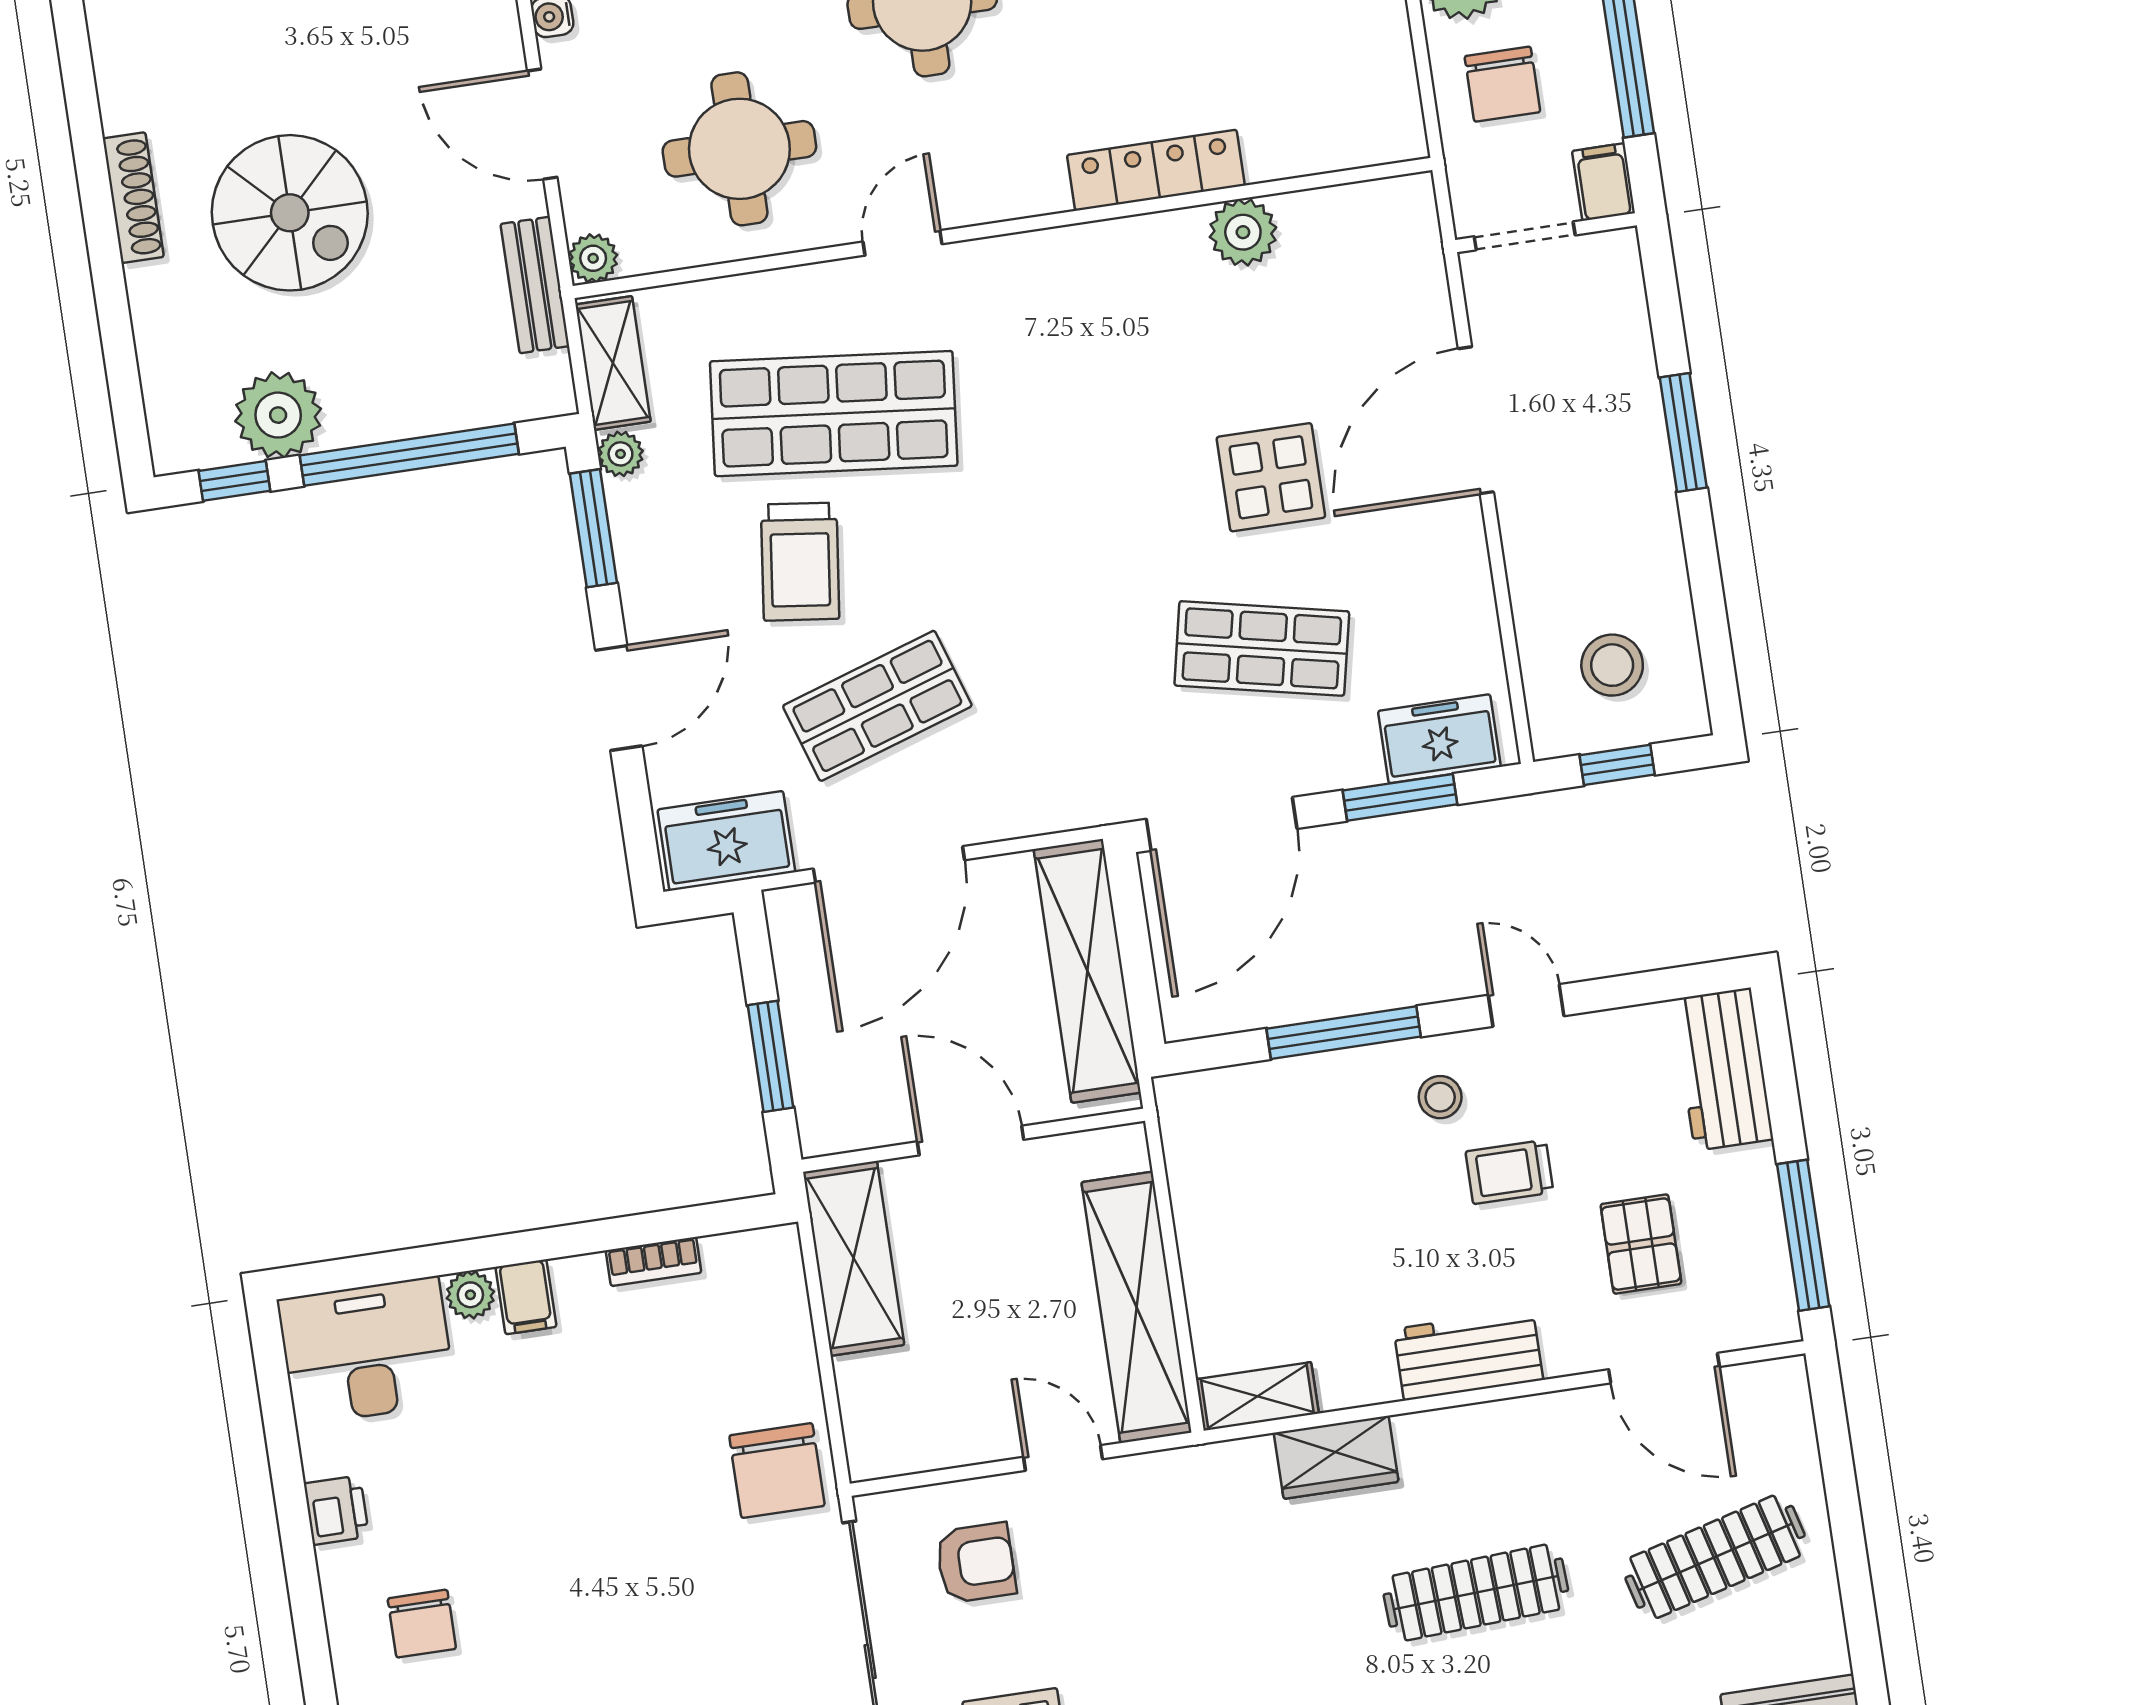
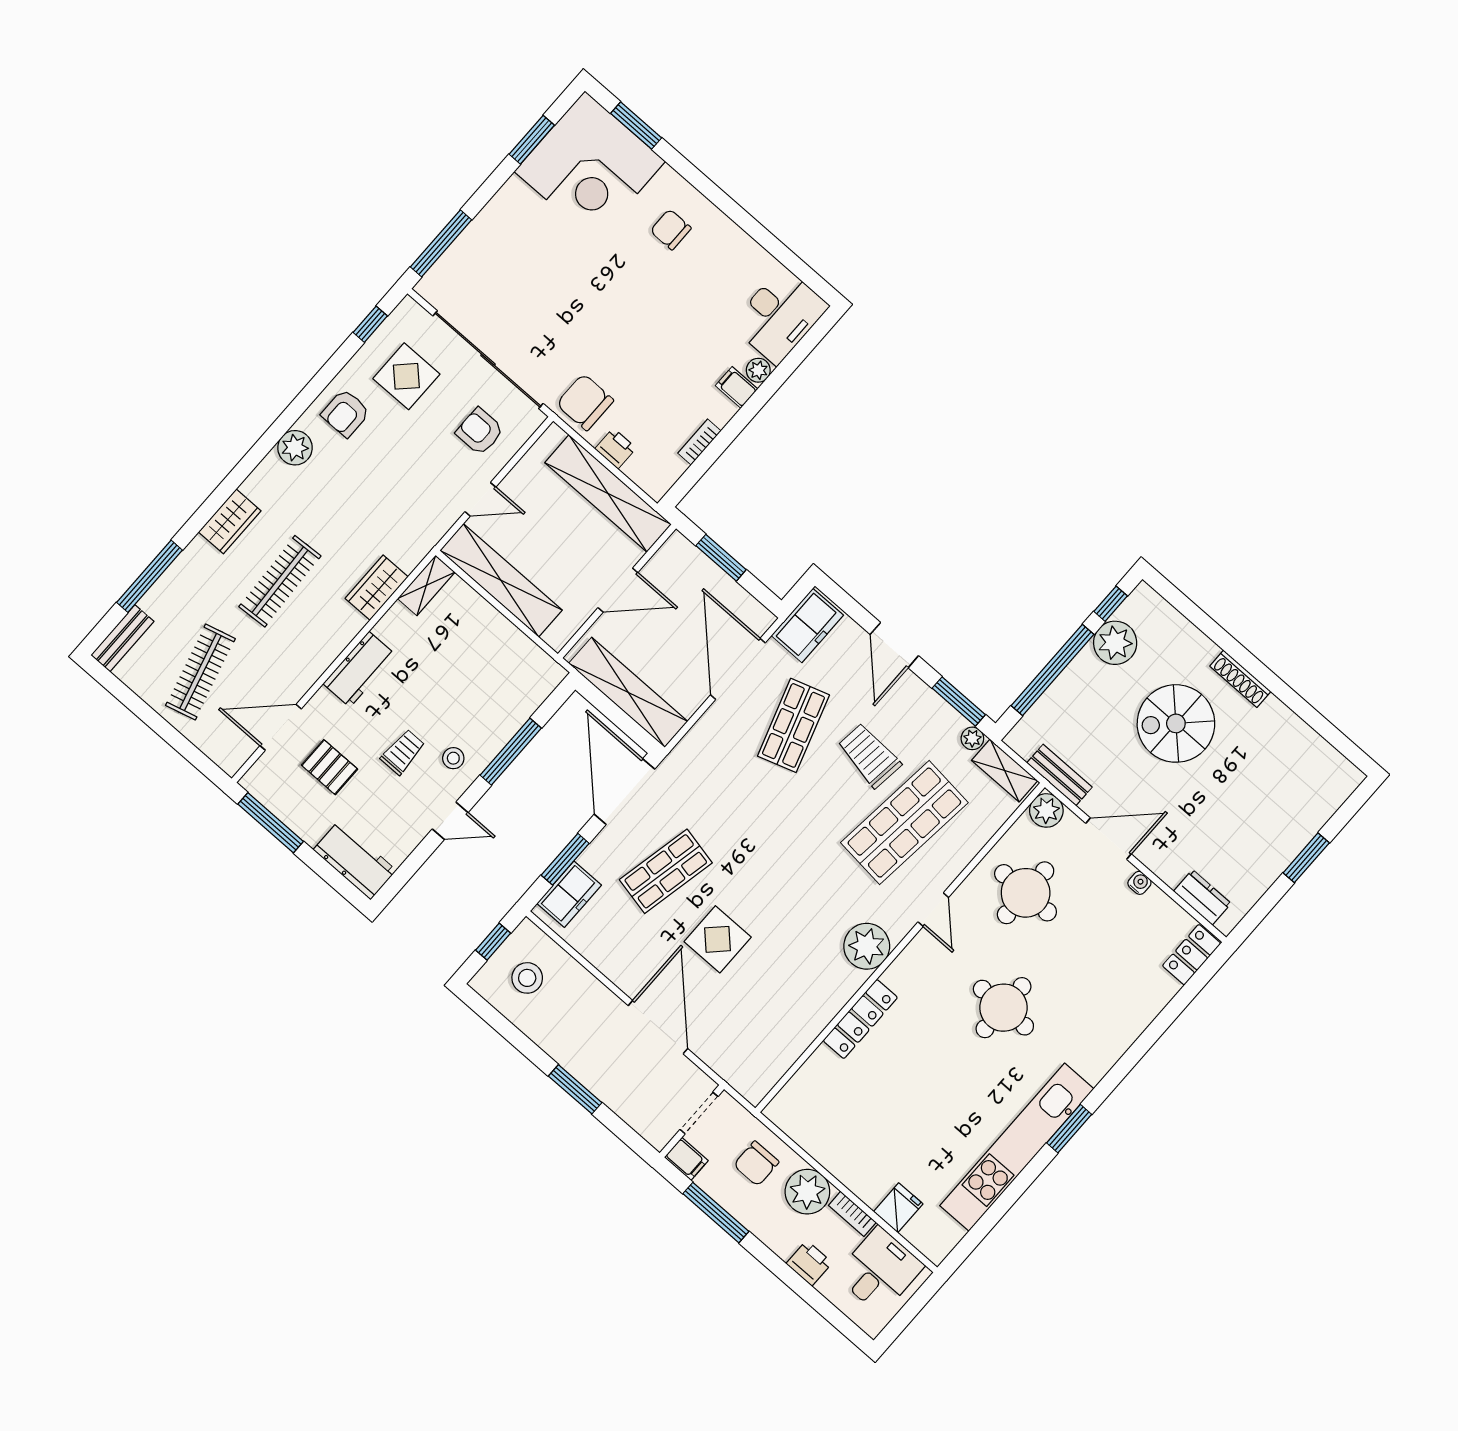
chair: (1502, 84) -> (756, 1164), turned -90
plant: (1243, 232) -> (867, 946), moved, width x1.36, depth x1.36
plant: (593, 258) -> (1046, 810), width x1.38, depth x1.38
shelving: (854, 1258) -> (608, 493), width x1.47
printer: (336, 1510) -> (615, 448), moved, turned 180
armchair: (976, 1563) -> (480, 431), turned 90

